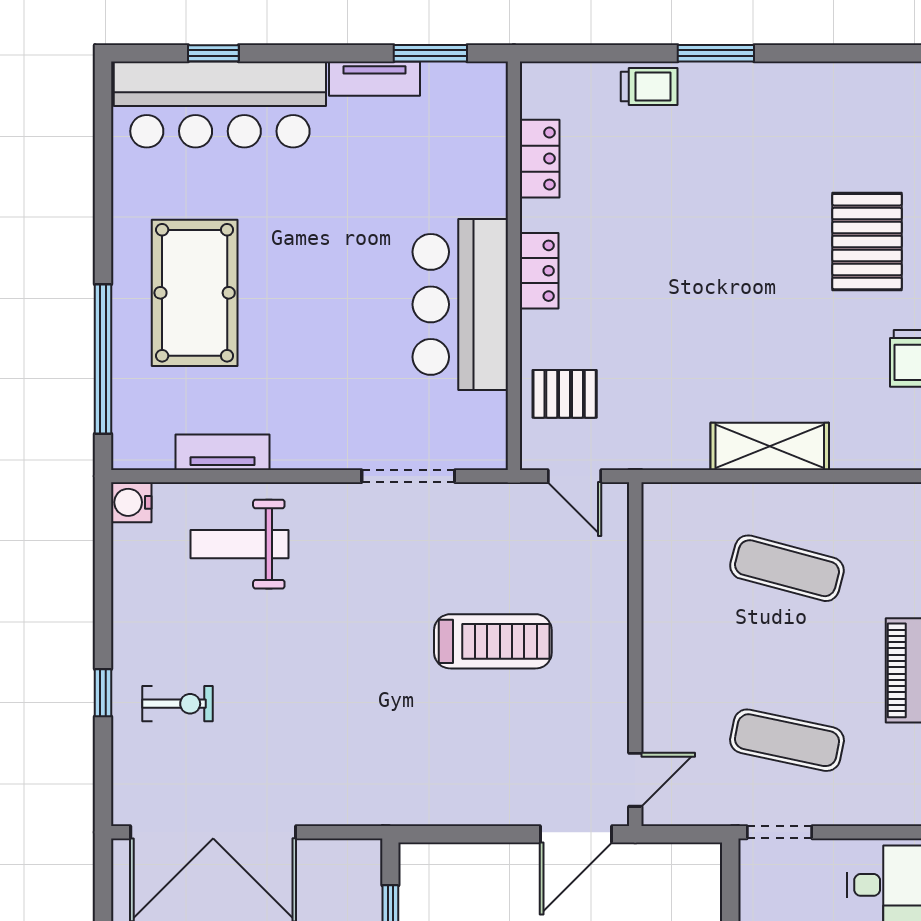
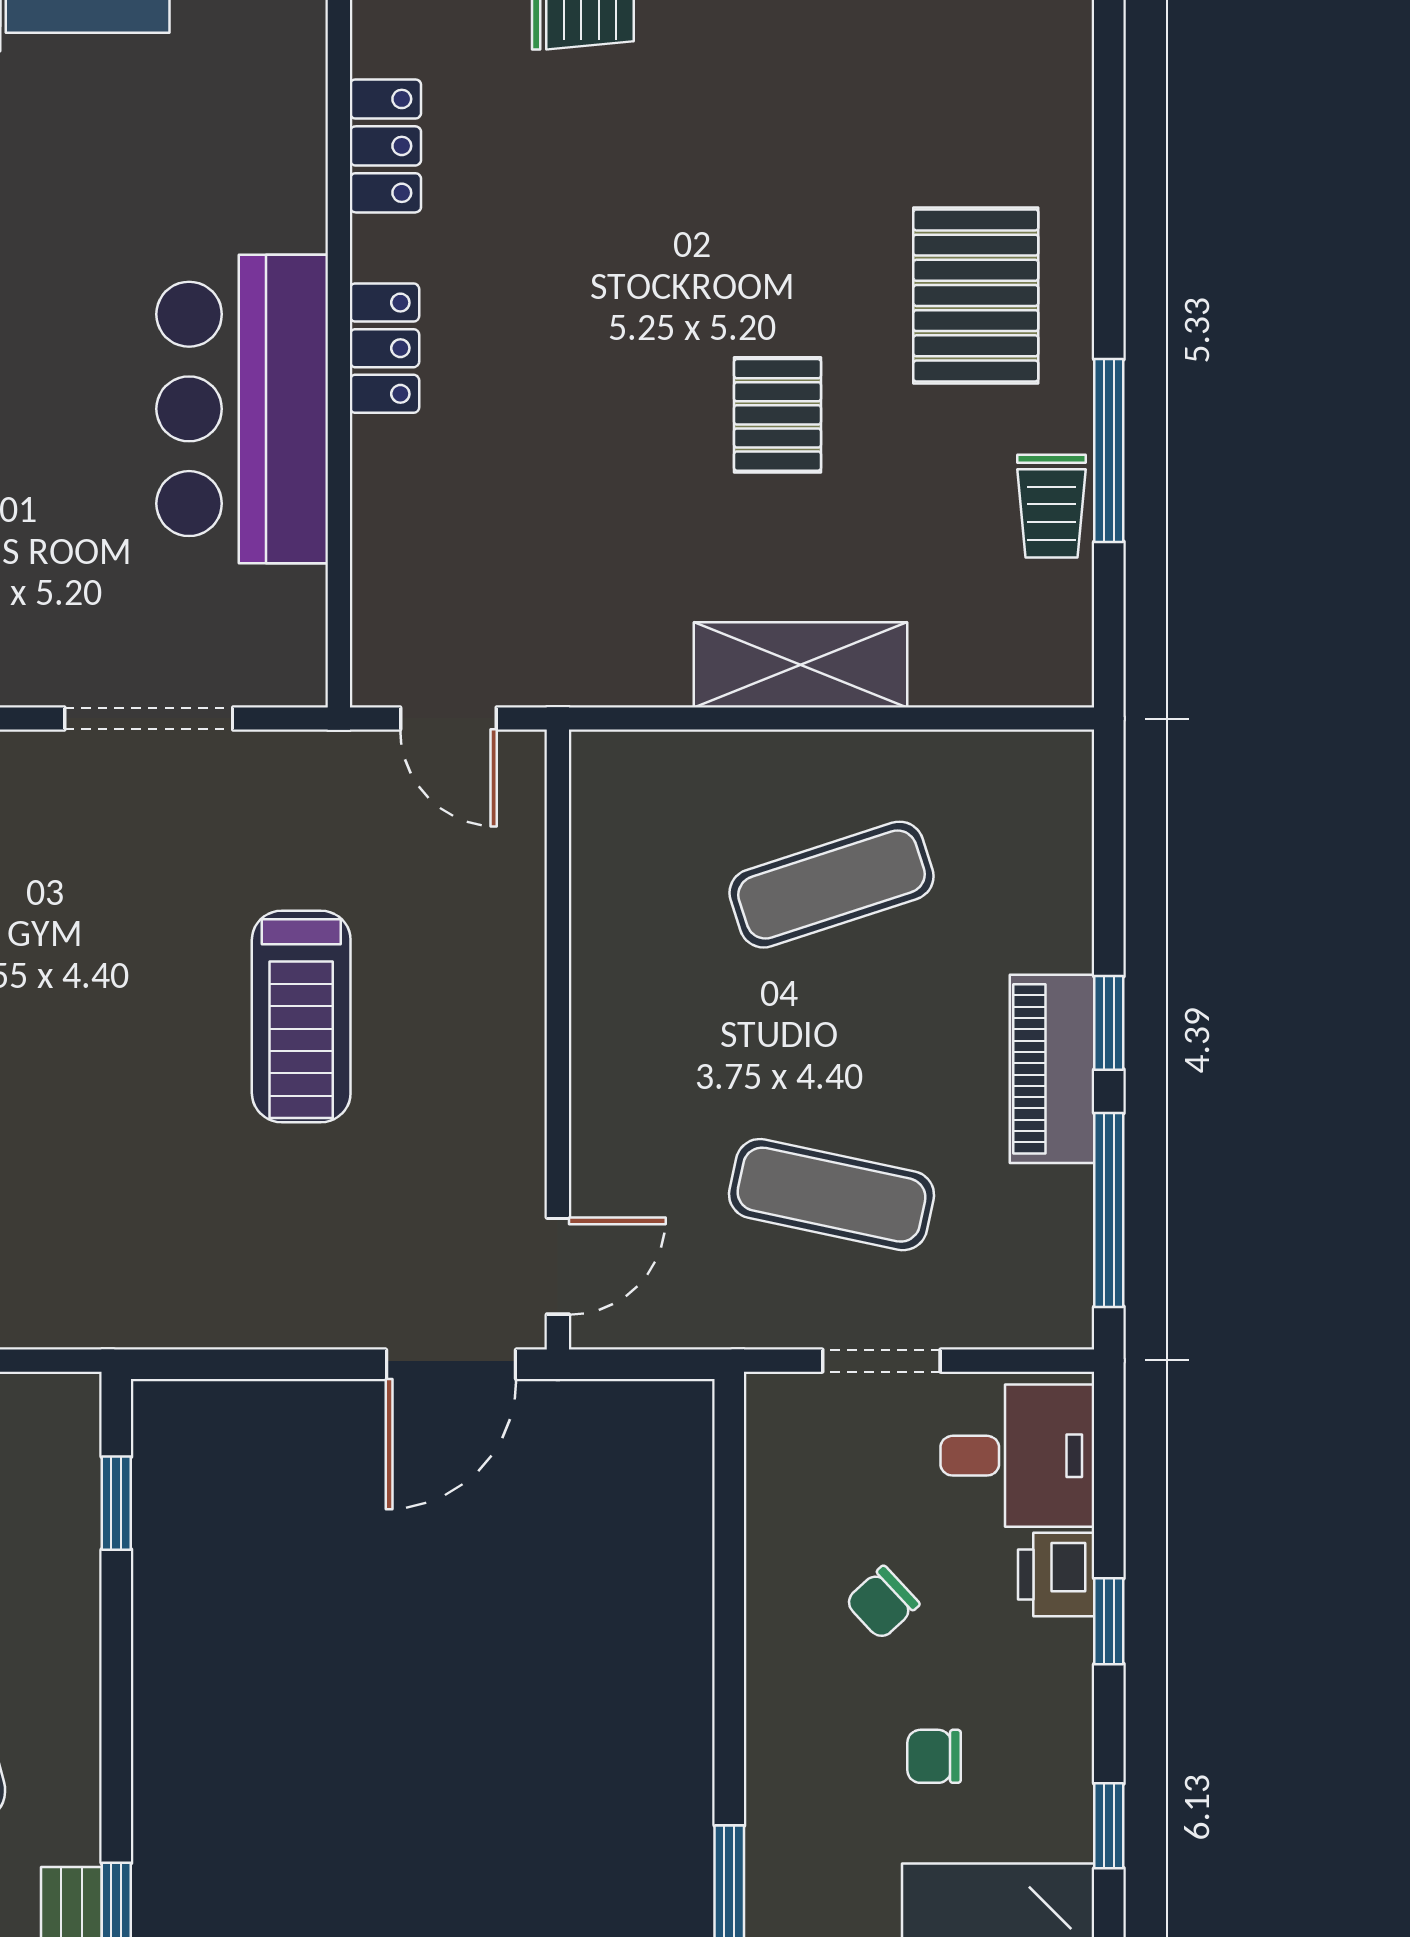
pallet: (565, 394) -> (777, 415), moved, turned 90
exercise mat: (787, 568) -> (831, 885), turned -33
treadmill: (493, 641) -> (301, 1016), turned 90
doorway: (779, 832) -> (881, 1361), moved

